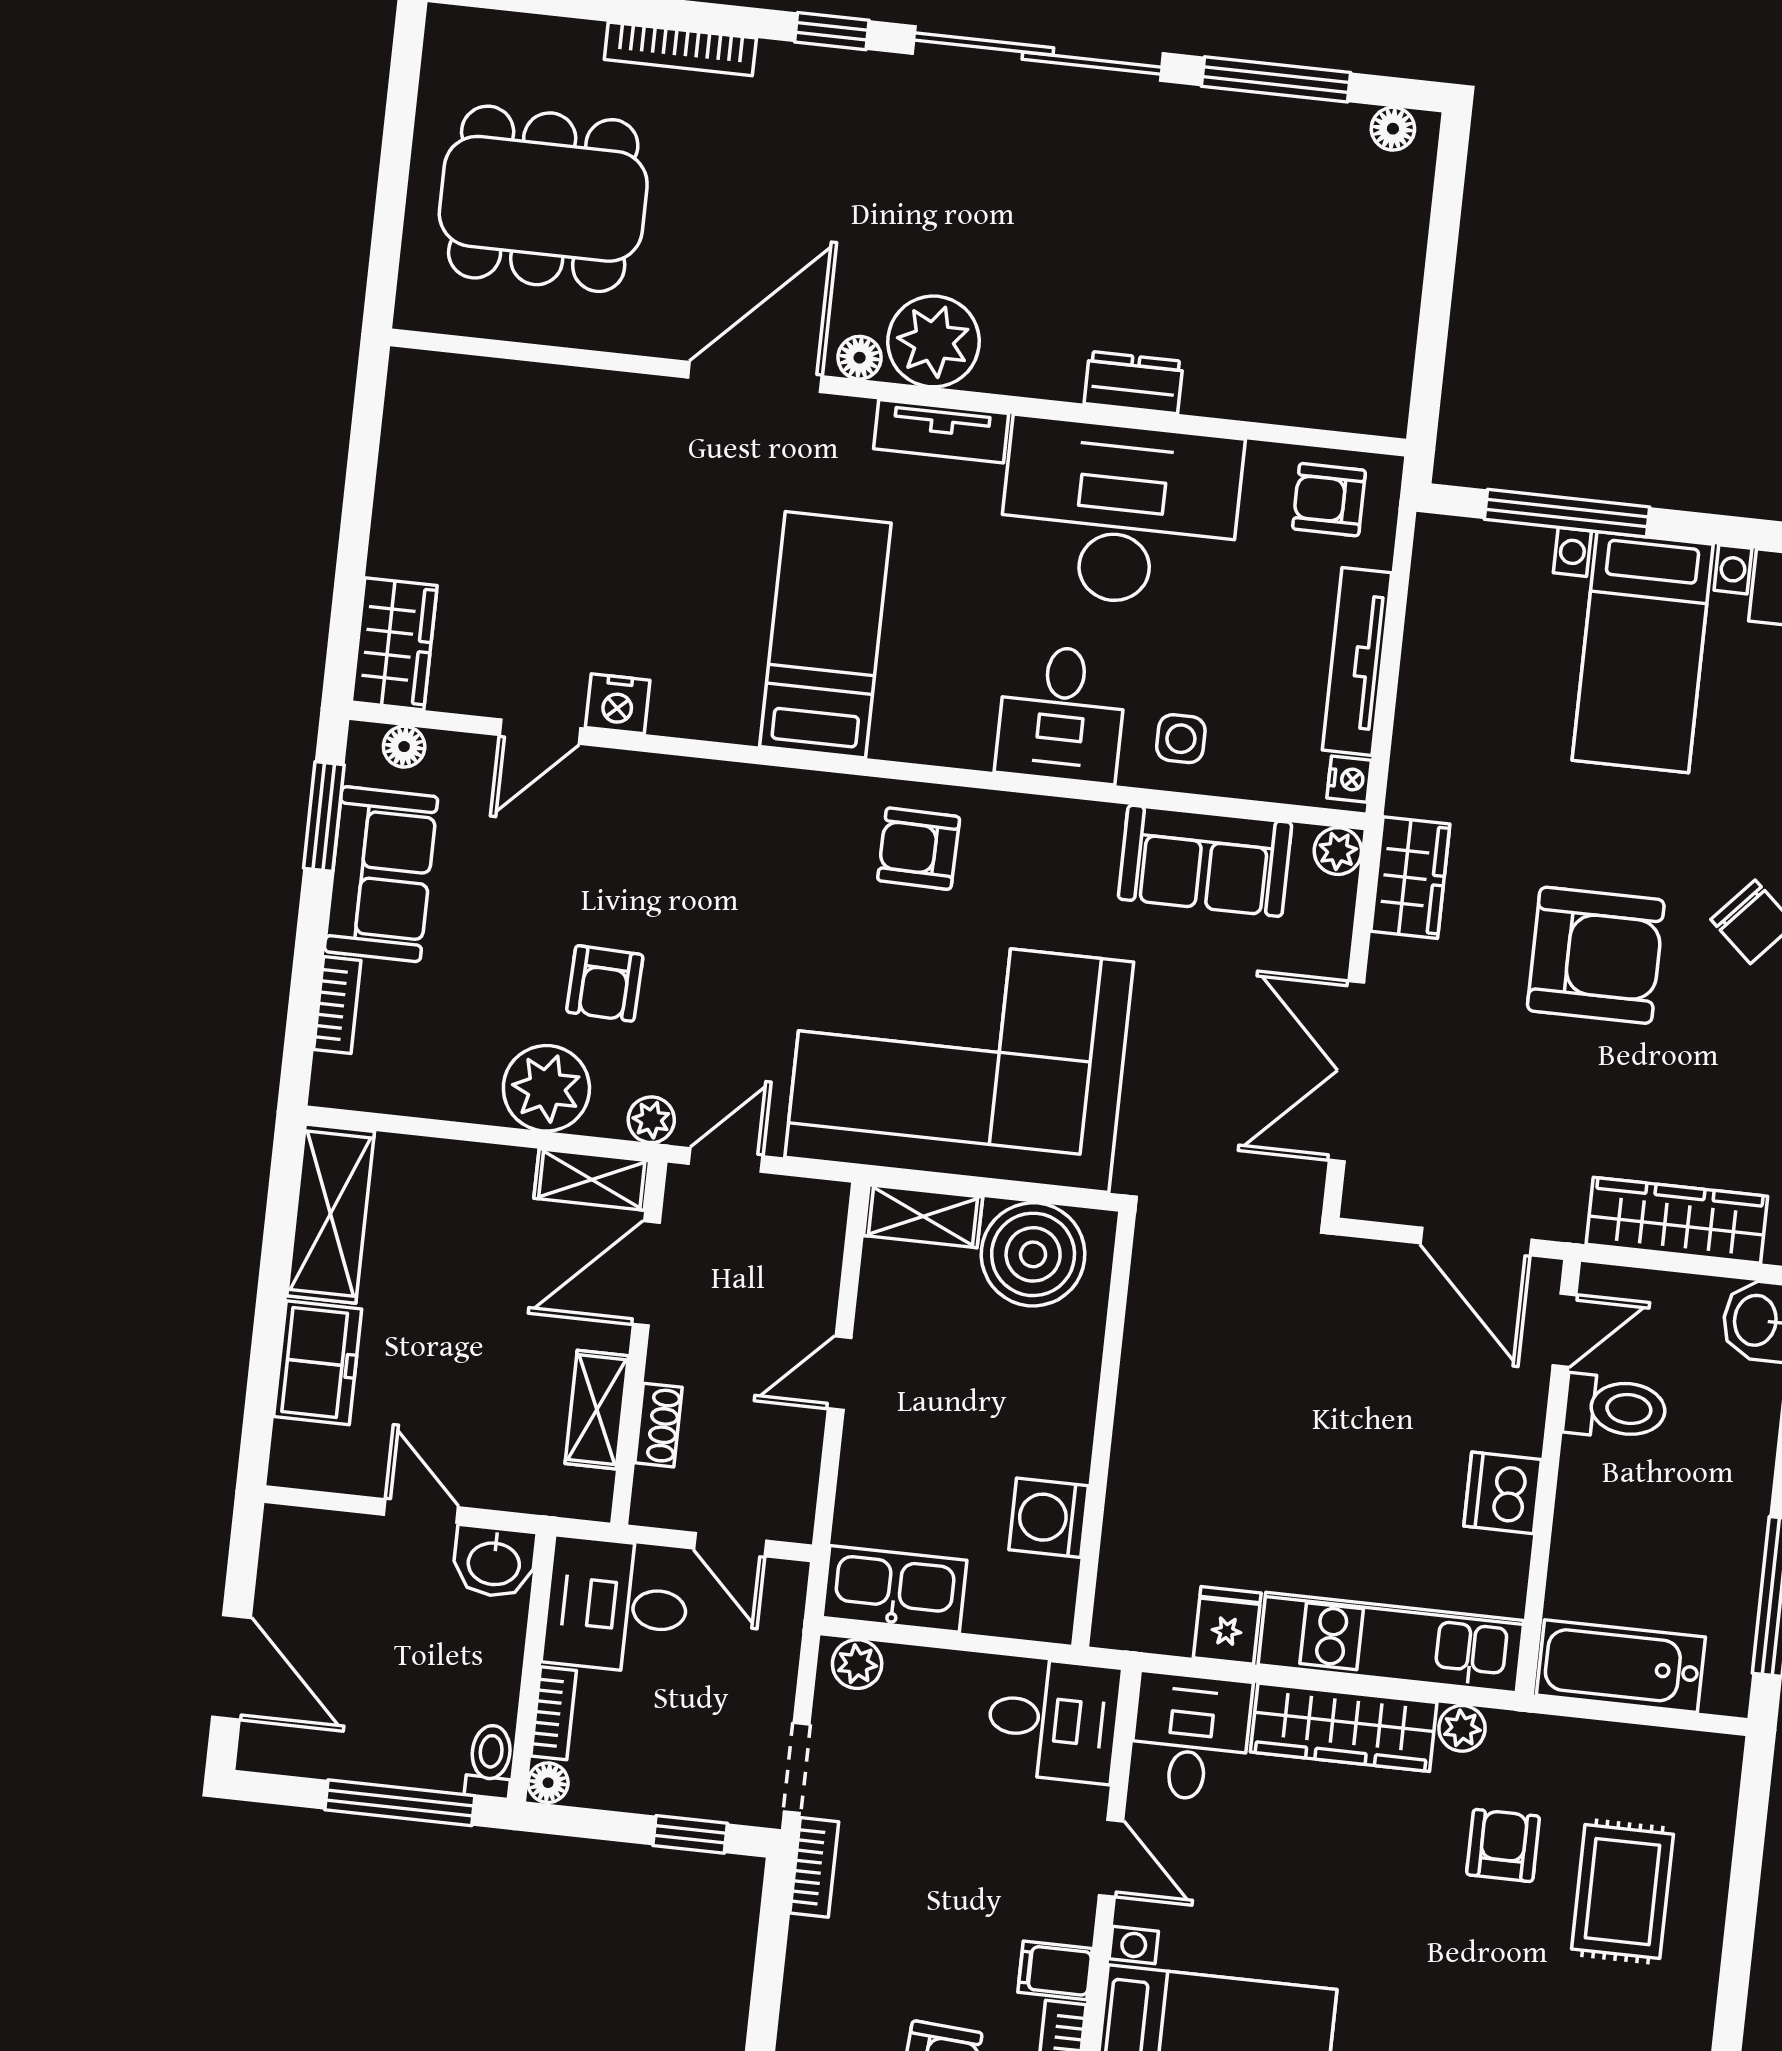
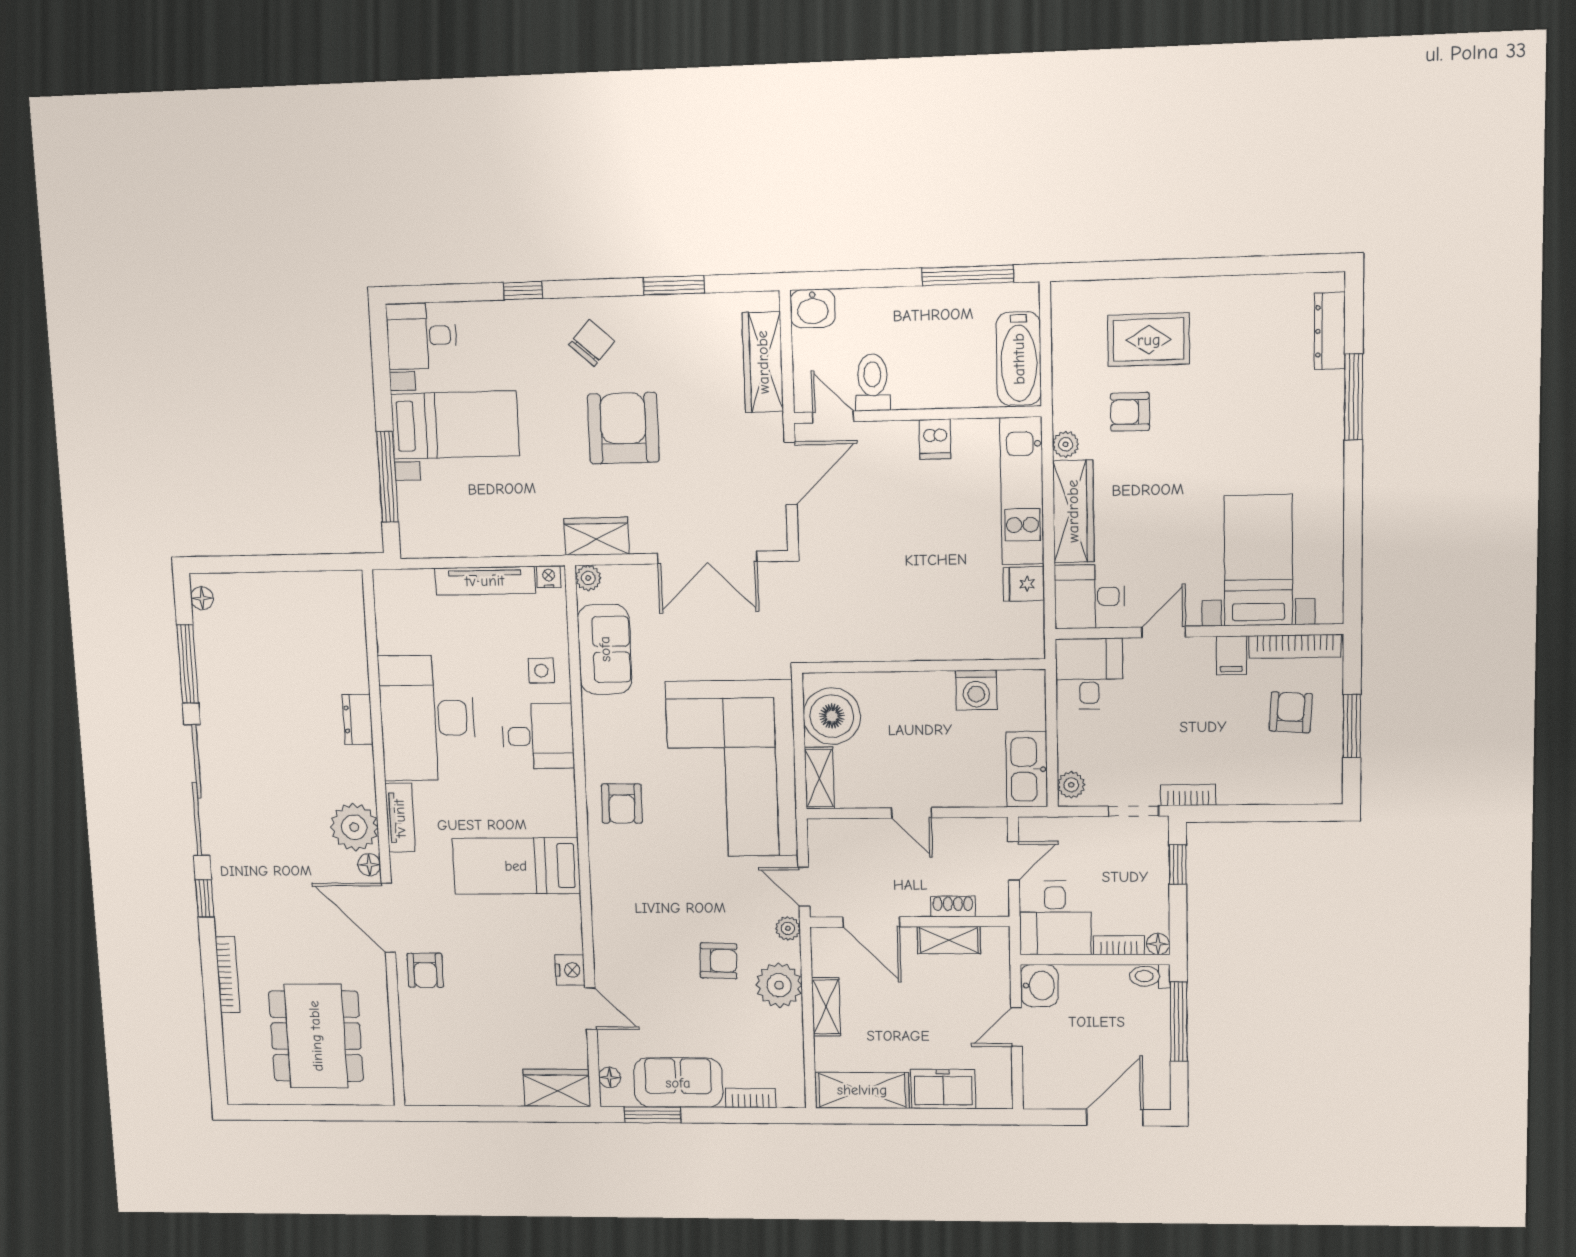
armchair: (1329, 500) -> (425, 970), moved
shelving: (592, 1180) -> (826, 1007), moved
dishwasher: (1503, 1493) -> (935, 439), width x0.73

